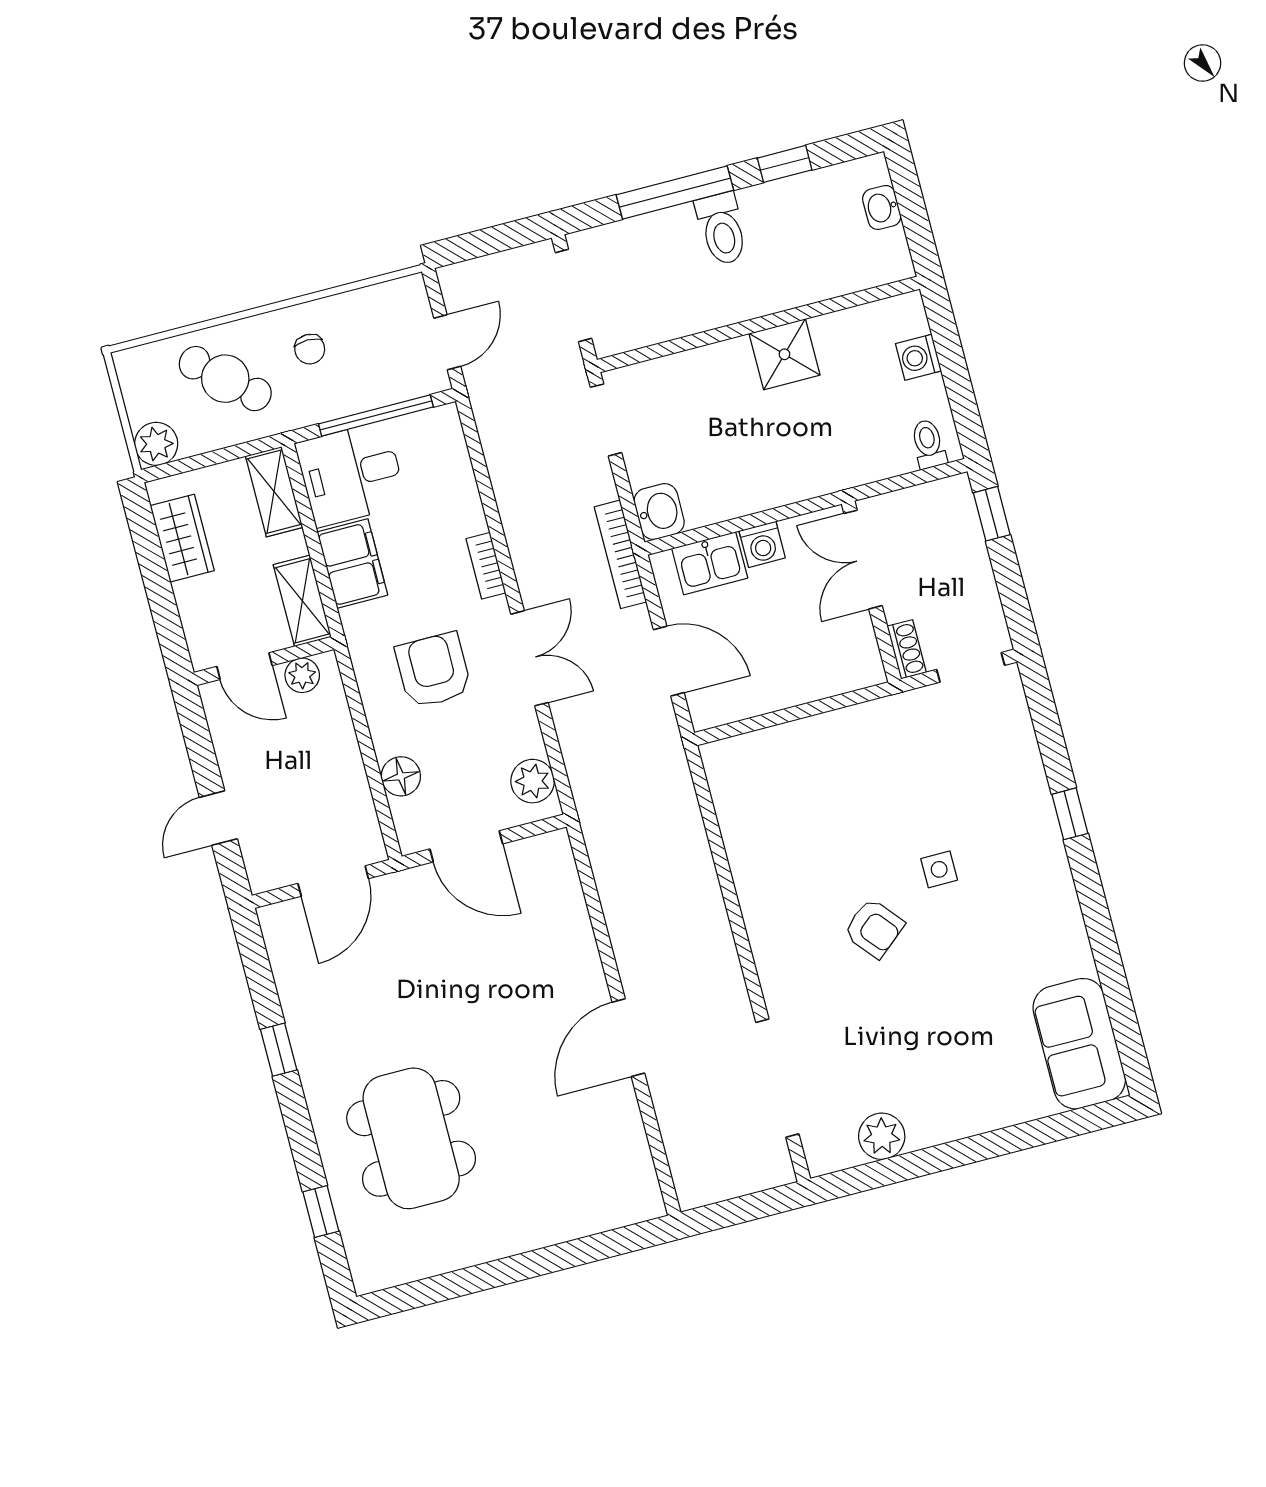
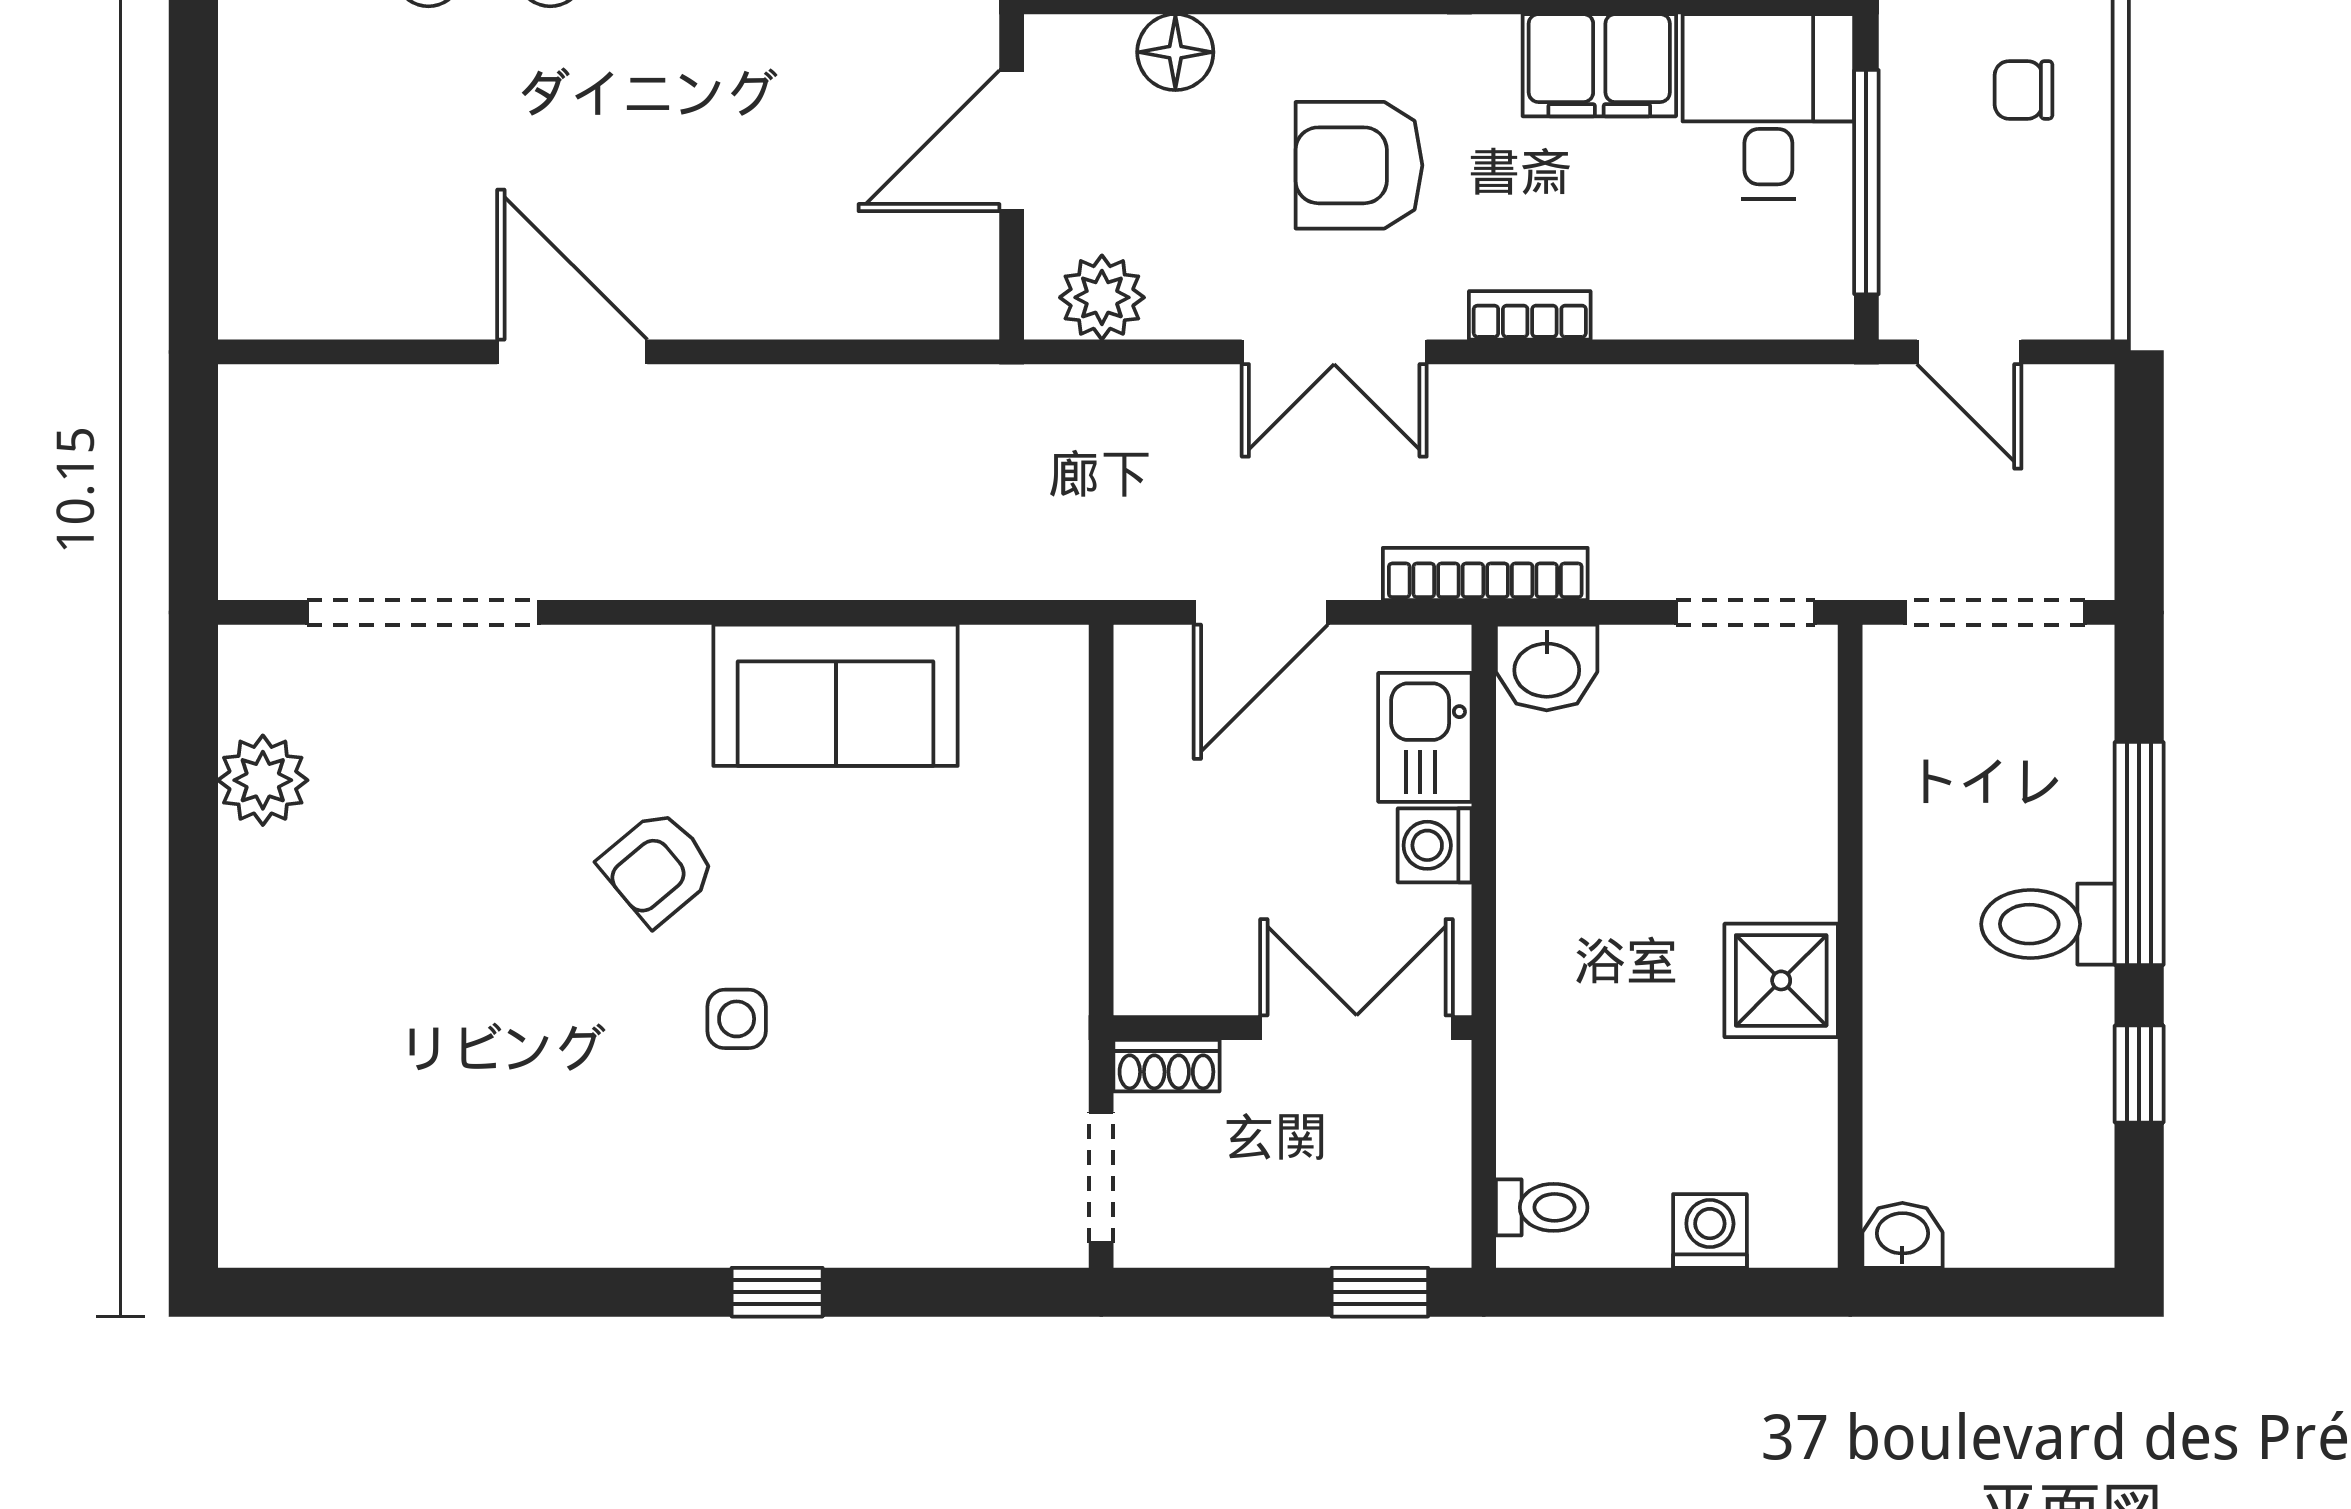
washbasin: (882, 207) -> (1902, 1235), moved
armchair: (433, 670) -> (1359, 165), turned 180
sofa: (1079, 1044) -> (836, 695), moved, turned 180

